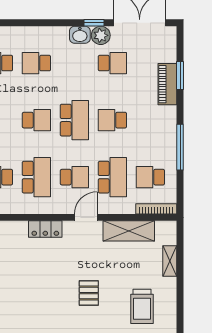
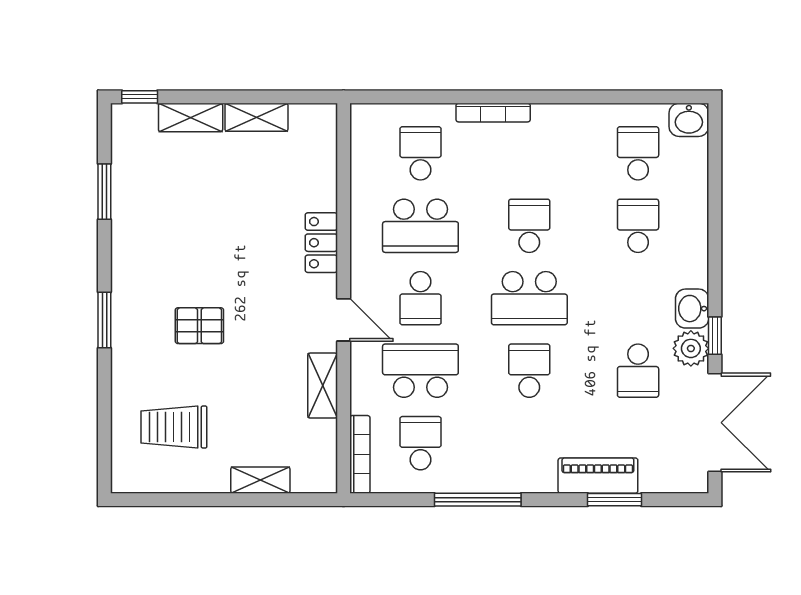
school desk: (36, 120) -> (529, 226), turned 180
school desk: (112, 177) -> (420, 371), turned 180
shelving: (129, 231) -> (323, 386), width x0.67, depth x0.75

